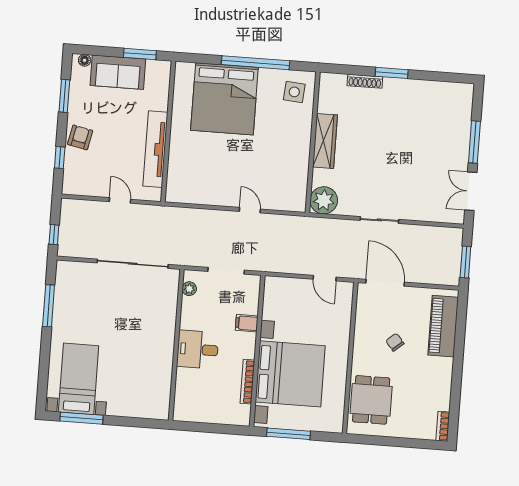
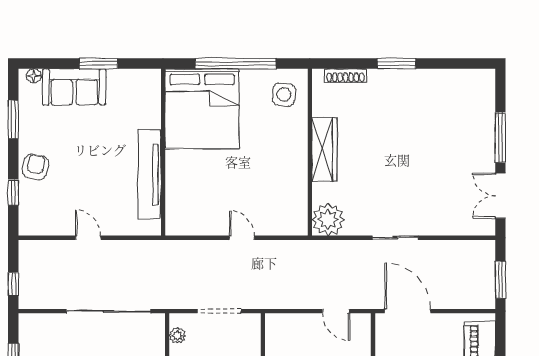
shoe rack: (365, 81) -> (346, 76), moved
wall: (168, 131) -> (163, 152), moved
tv unit: (155, 149) -> (150, 174), moved

